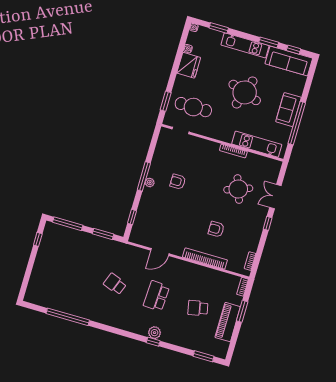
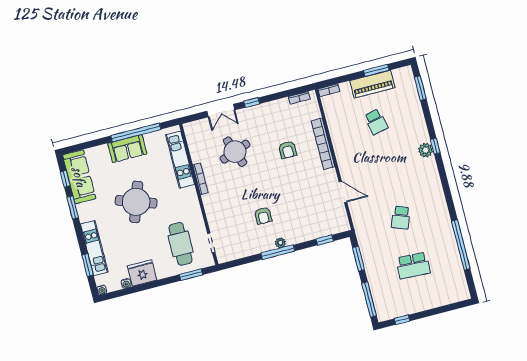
kitchen unit: (245, 45) -> (94, 248), moved
school desk: (156, 296) -> (413, 266), moved
window: (242, 311) -> (376, 70), moved

